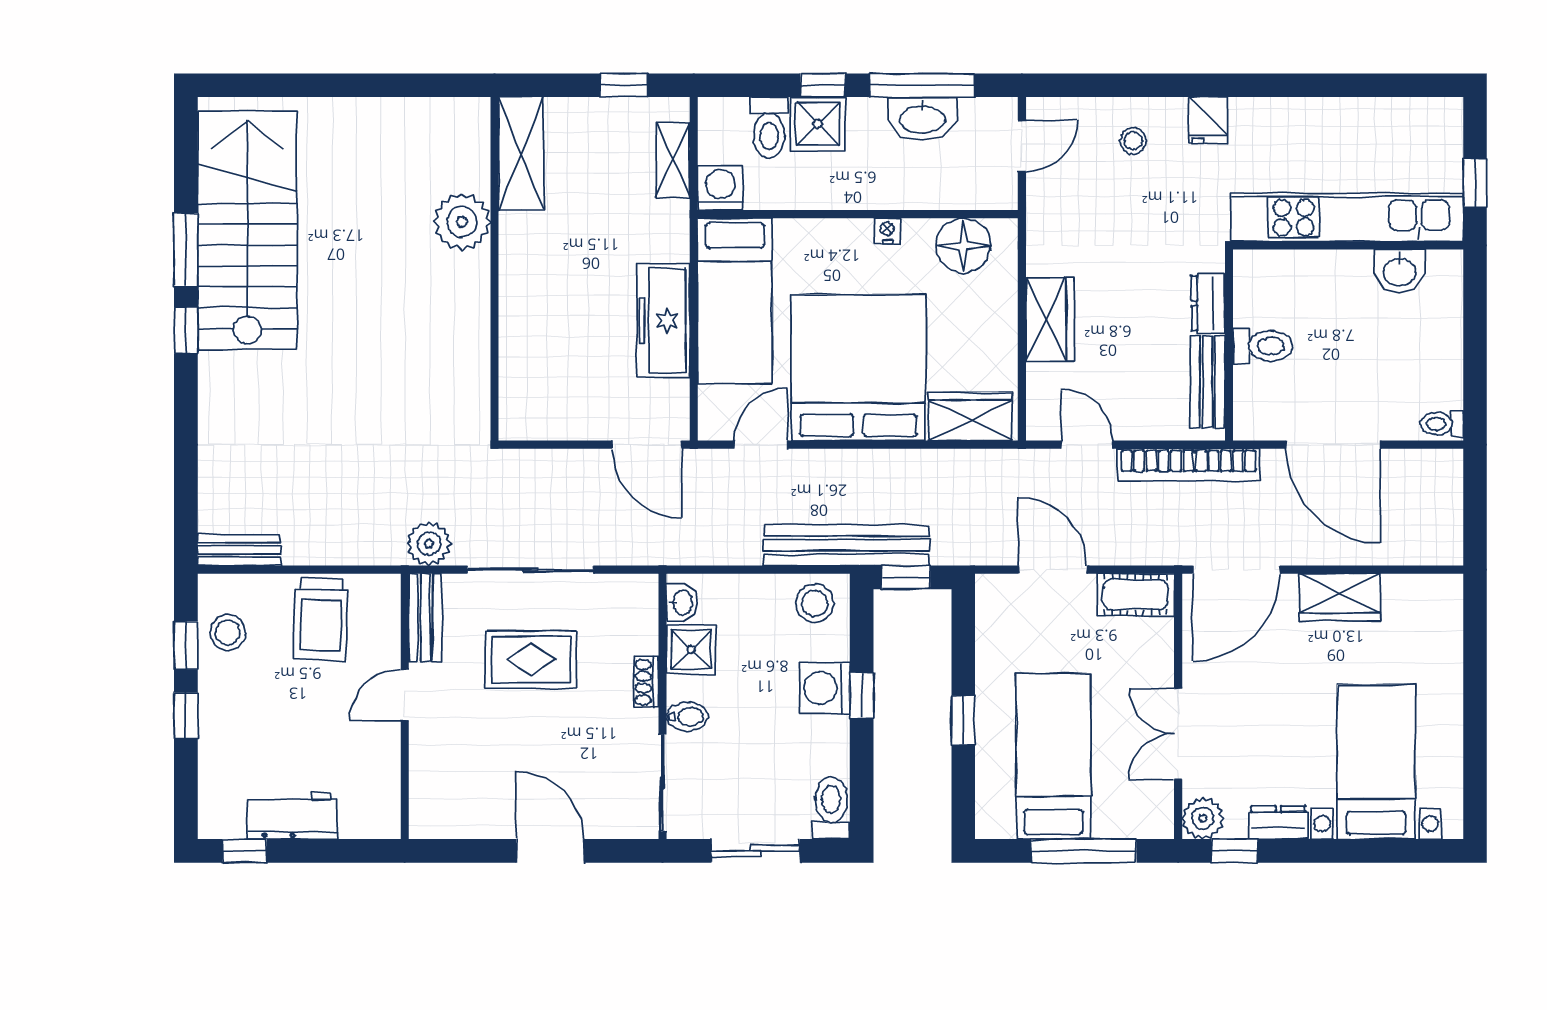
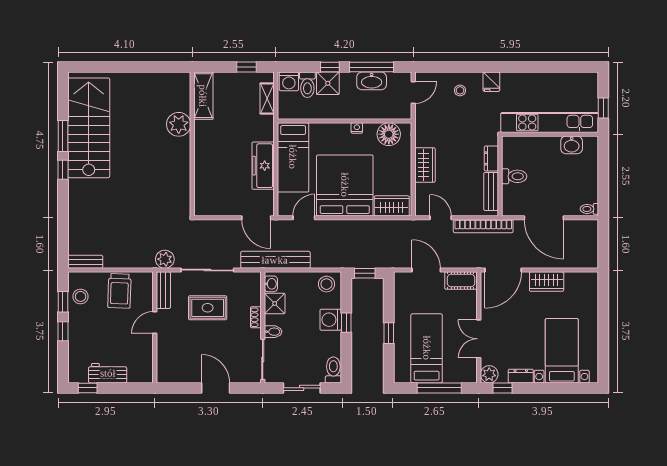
washing machine: (720, 188) -> (289, 81), moved, turned 180
bench: (846, 545) -> (275, 260), moved

